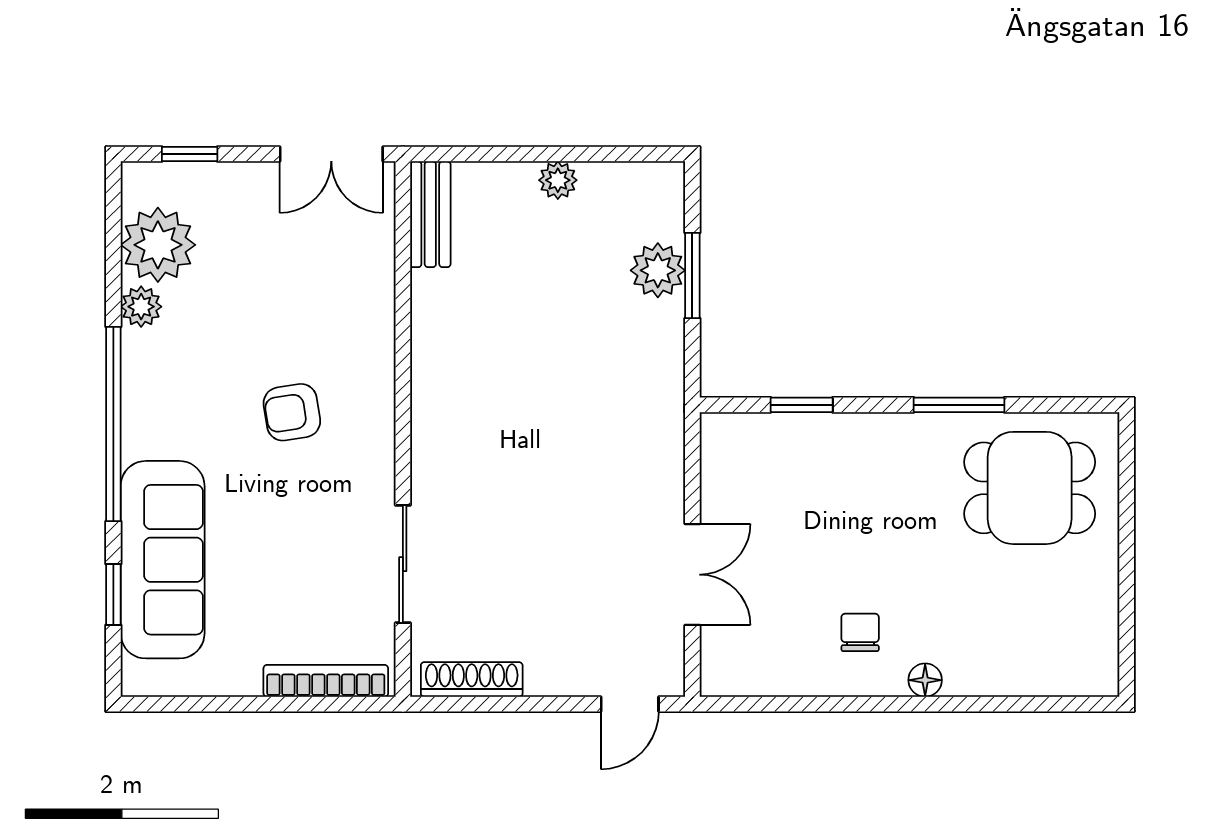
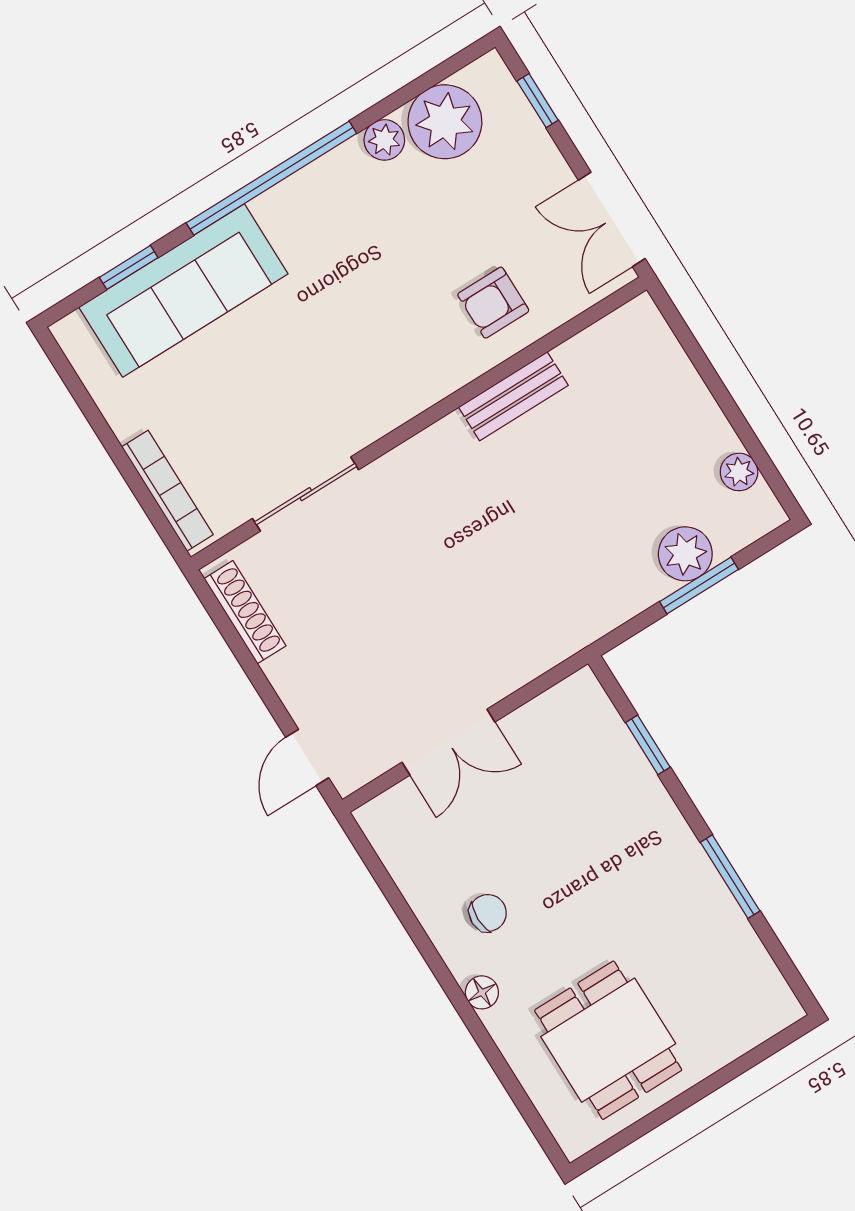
plant: (558, 180) -> (739, 472), moved
bench: (430, 214) -> (513, 396), moved
armchair: (292, 412) -> (493, 303), moved, turned -81
dining table: (1030, 488) -> (608, 1040), moved
door: (630, 704) -> (307, 757), hinge flipped

